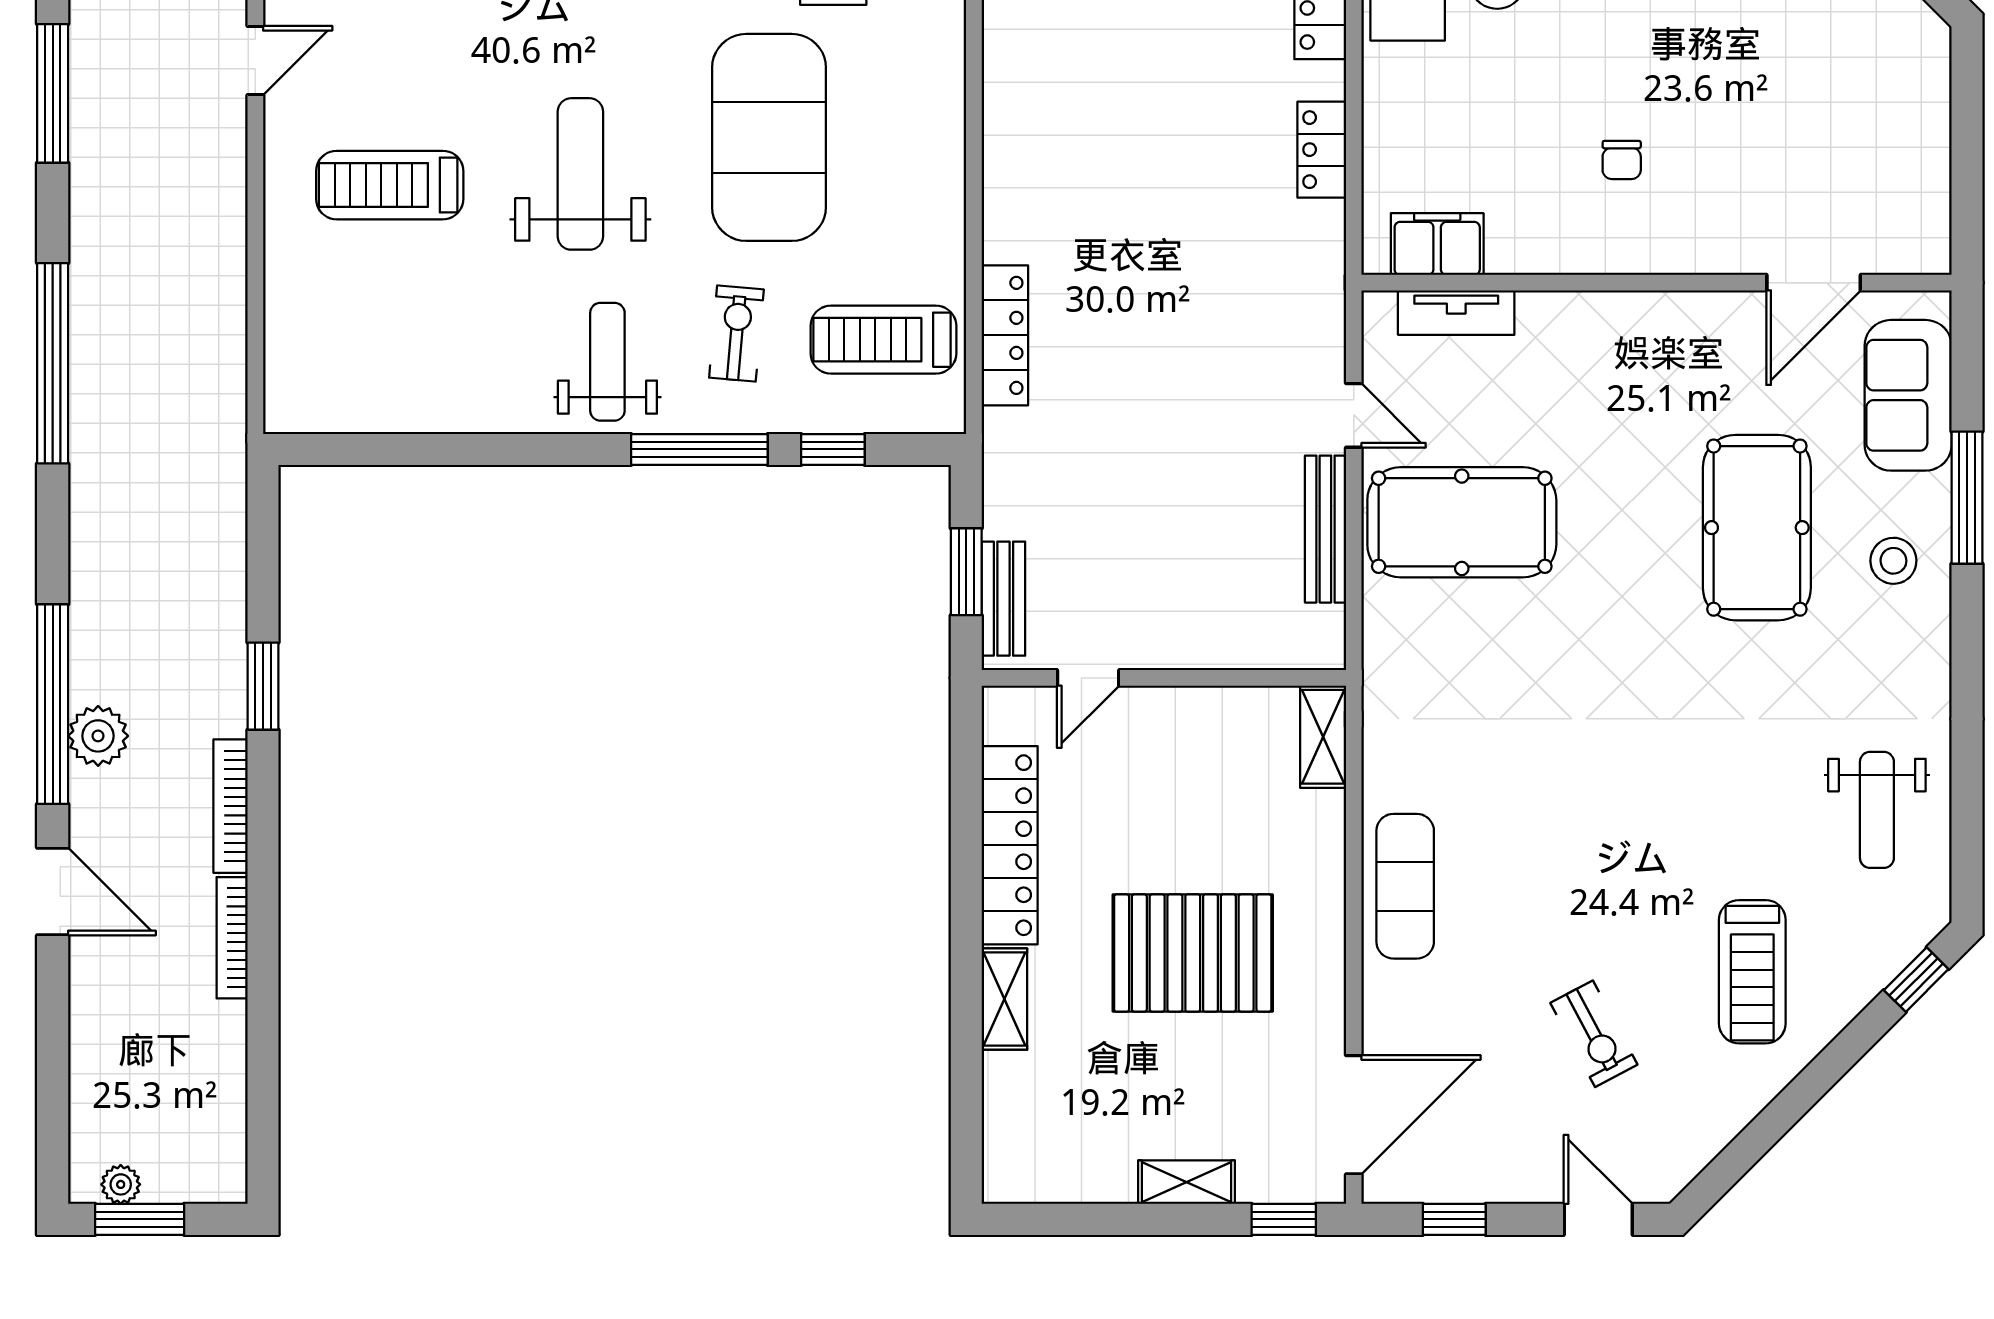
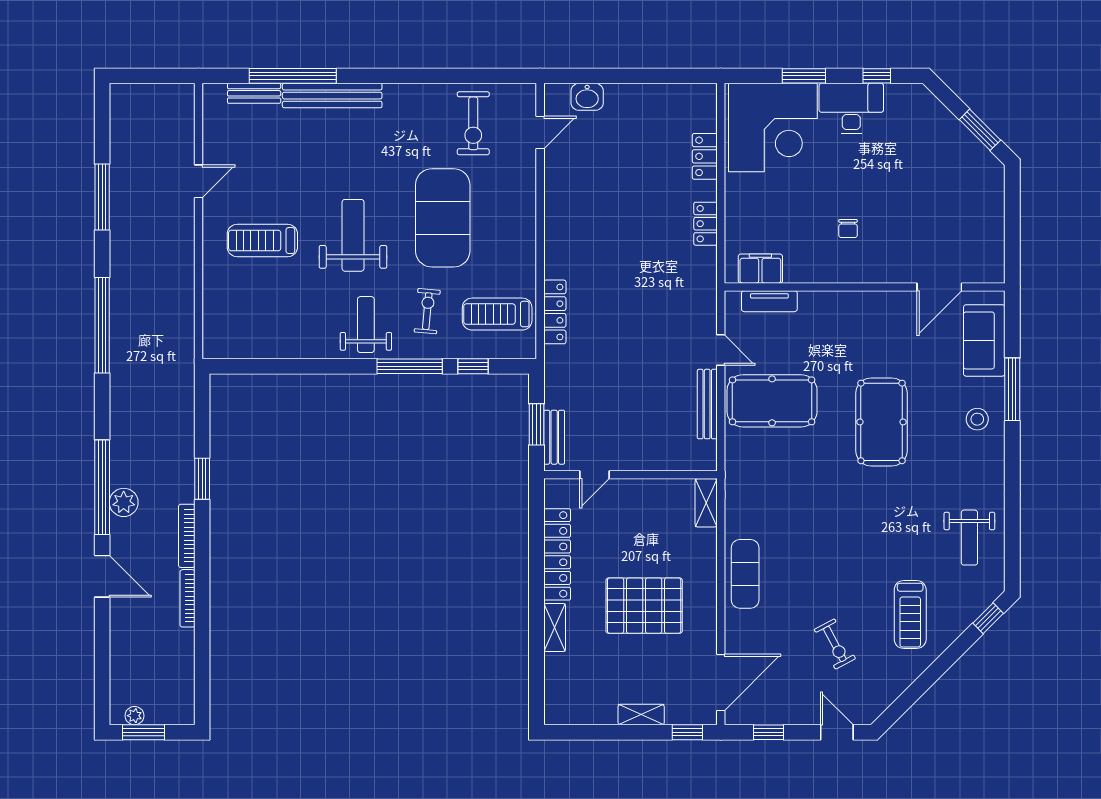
pool table: (1757, 528) -> (881, 422), moved

